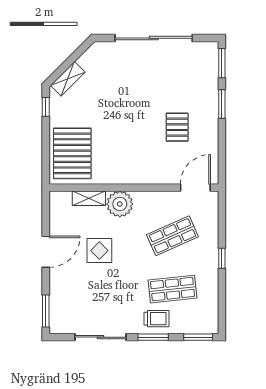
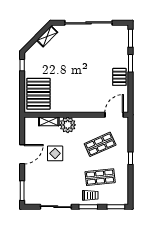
shelving: (68, 79) -> (47, 36), moved
pallet: (177, 127) -> (119, 77), moved

